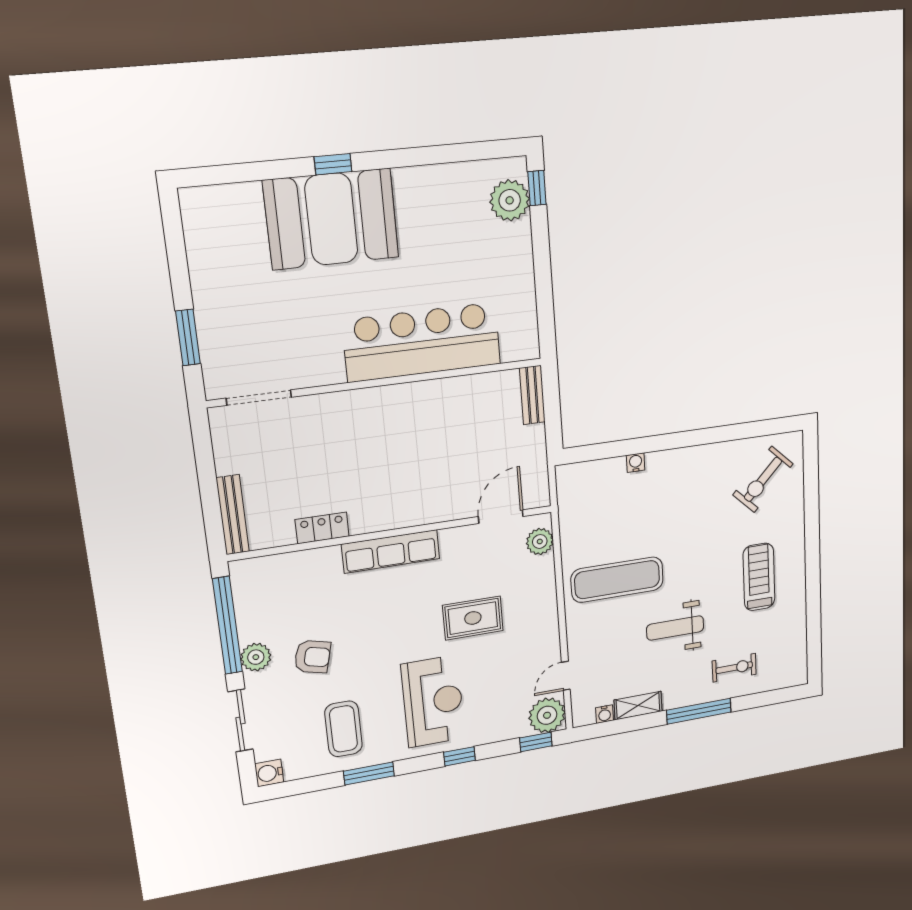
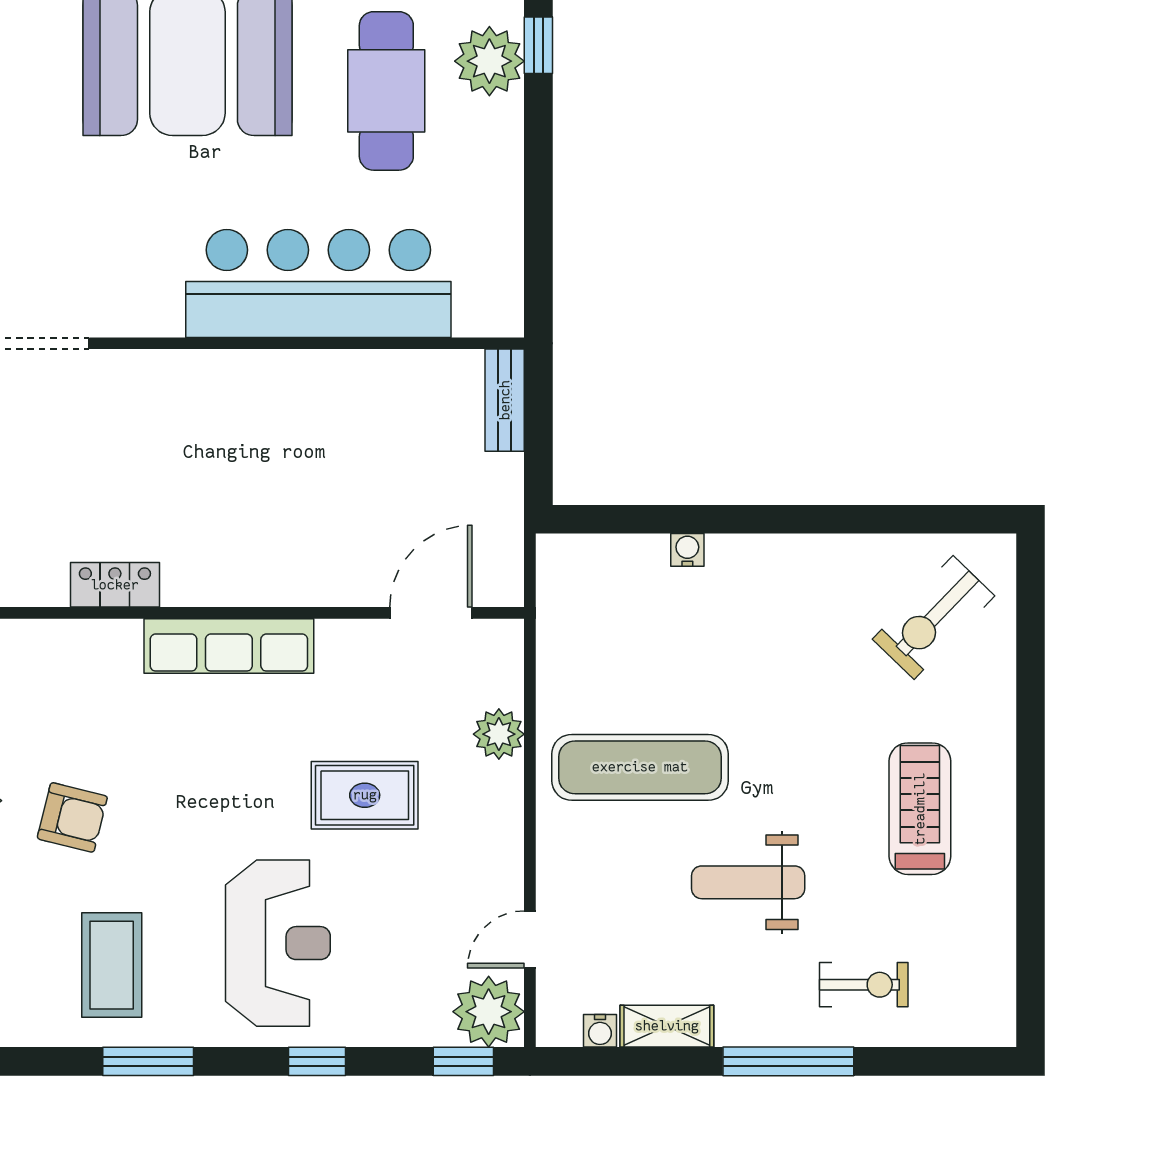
cafe table: (451, 224) -> (386, 91), added
plant: (540, 541) -> (499, 734), moved

